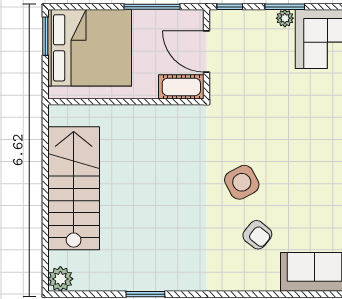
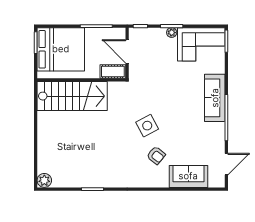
stairs: (74, 188) -> (72, 96), moved, turned 90

